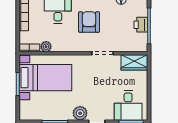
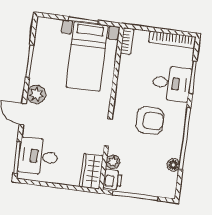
printer: (141, 25) -> (112, 180), moved, turned 90
plant: (46, 47) -> (113, 162), moved

